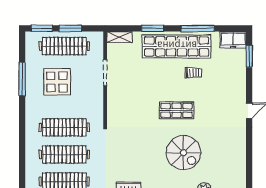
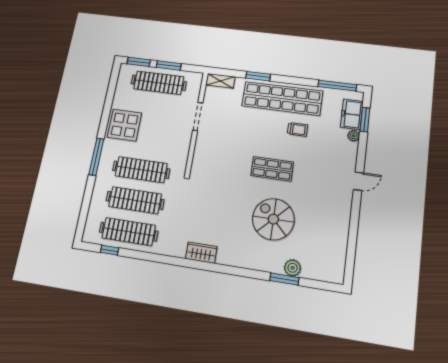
window: (198, 28) -> (337, 86), moved
freezer: (233, 40) -> (352, 114), moved, turned 90
plant: (241, 72) -> (354, 136), added
window: (22, 79) -> (96, 157), moved
display table: (57, 82) -> (124, 125), moved
spiral stairs: (184, 153) -> (273, 219), turned 180

